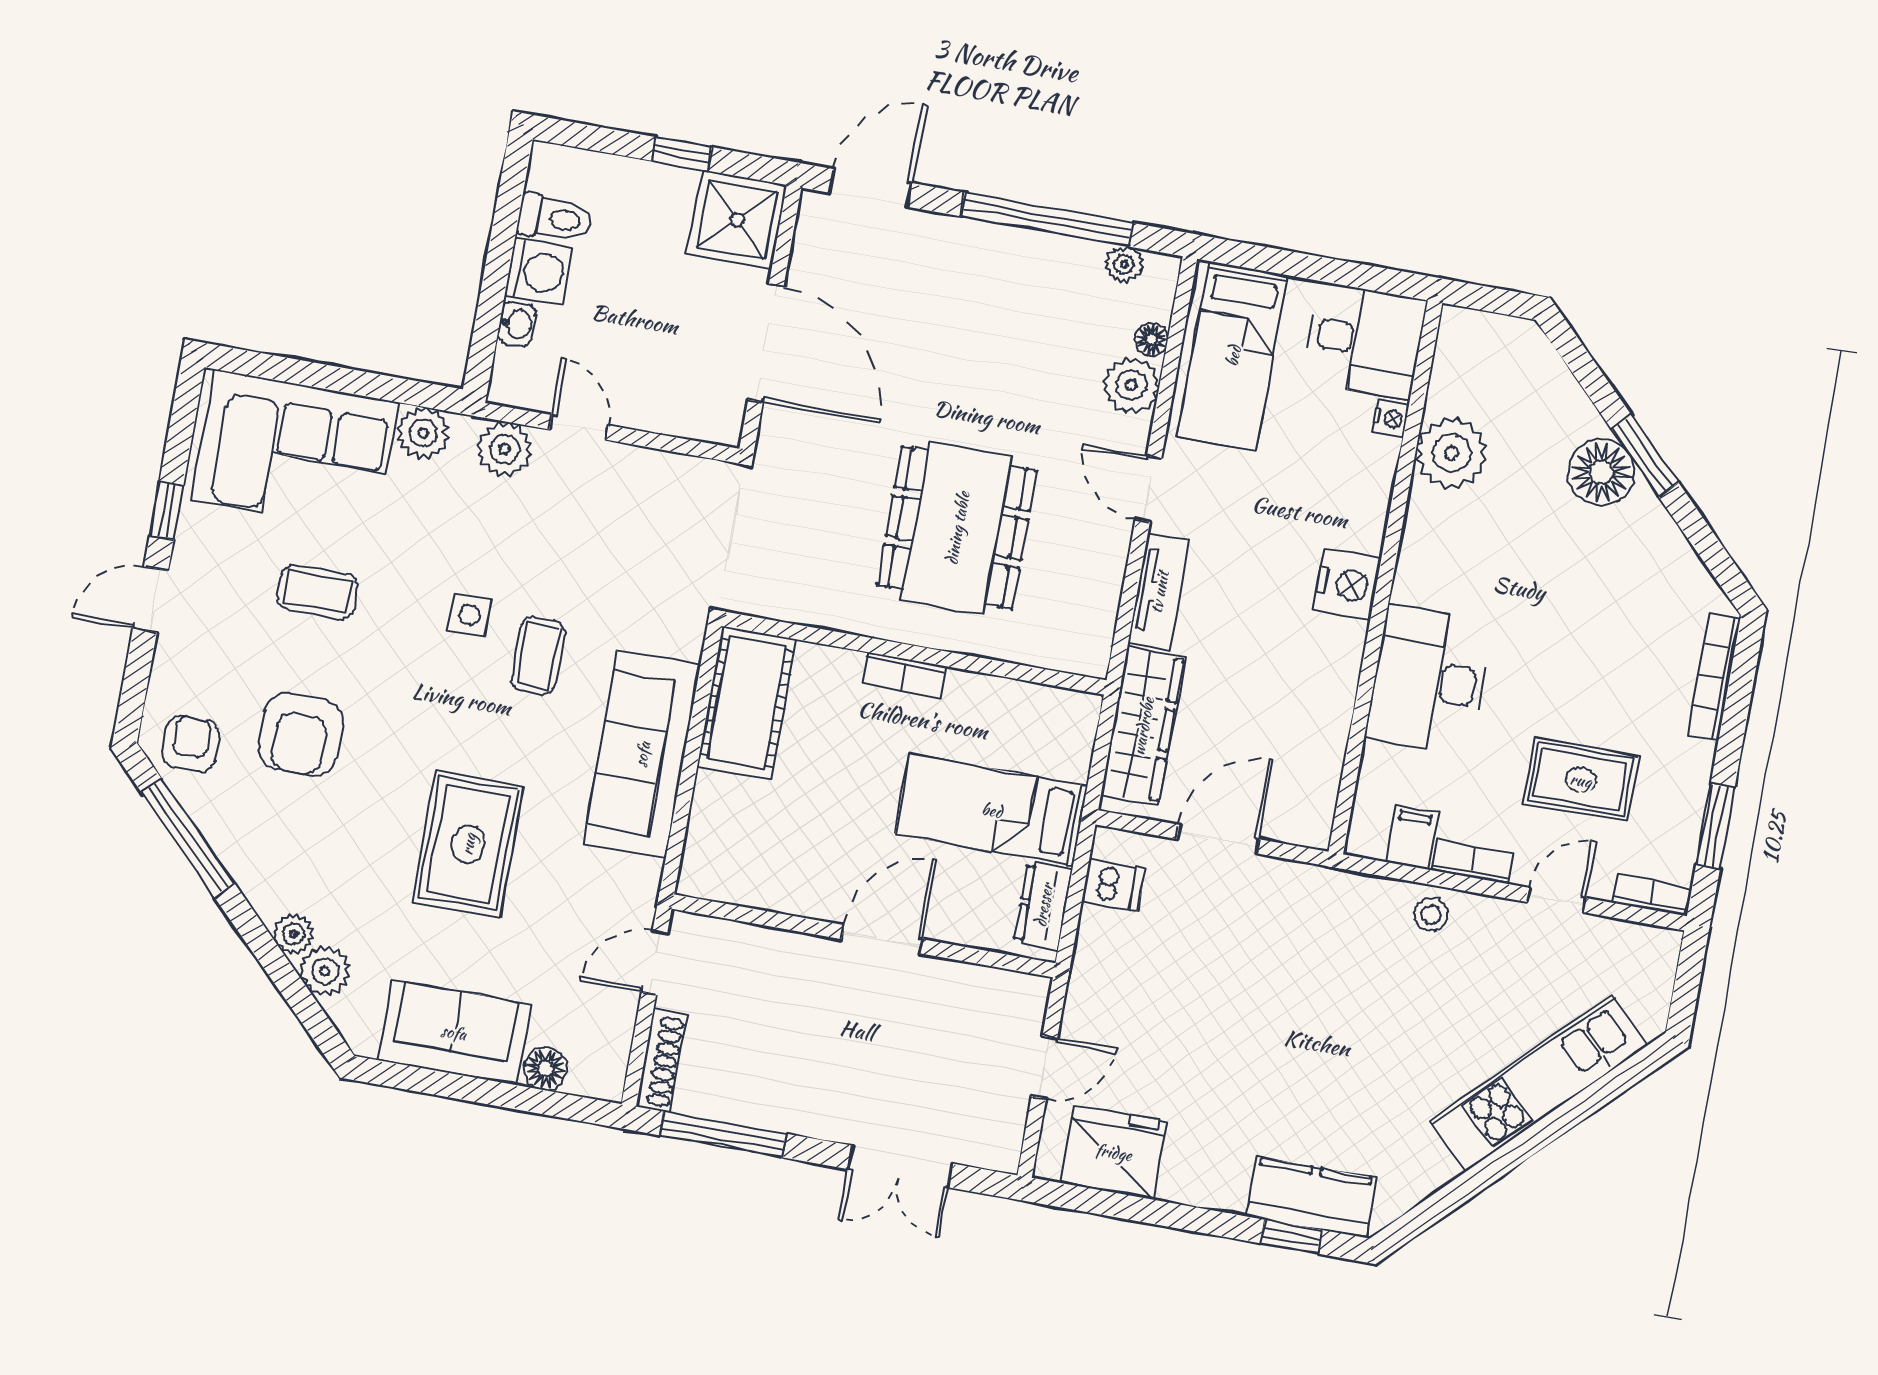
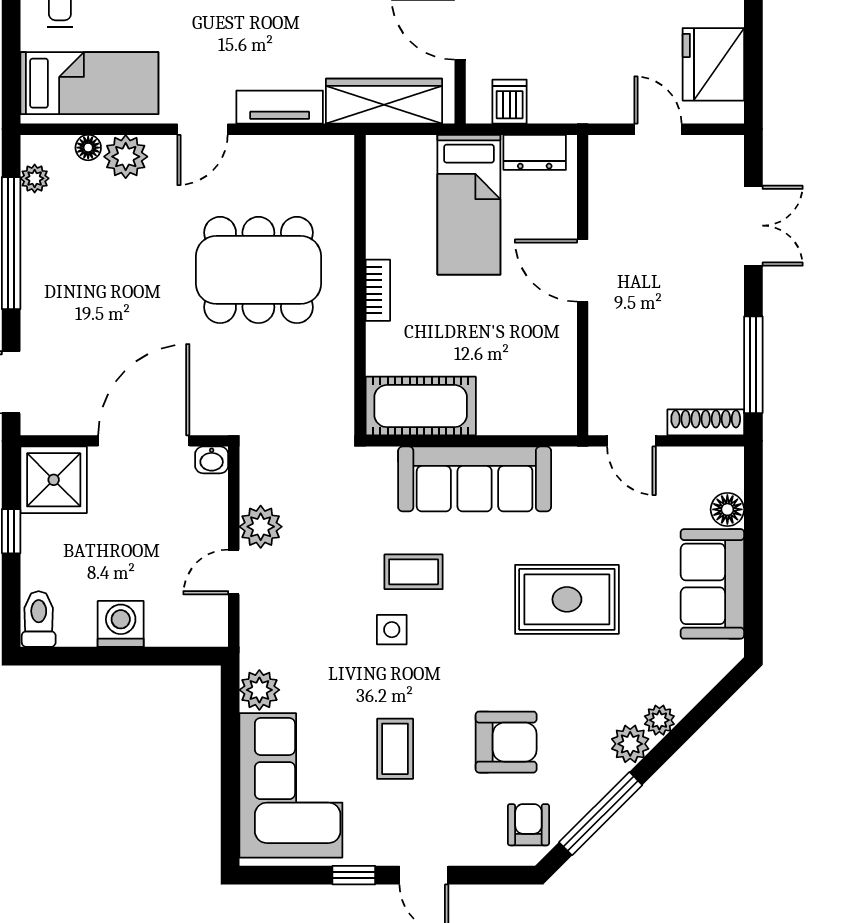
toilet: (555, 218) -> (39, 619), moved
washbasin: (517, 324) -> (212, 460), moved, turned 180
plant: (504, 449) -> (261, 527), moved
armchair: (191, 744) -> (528, 825), turned 90
plant: (325, 971) -> (630, 744), moved

